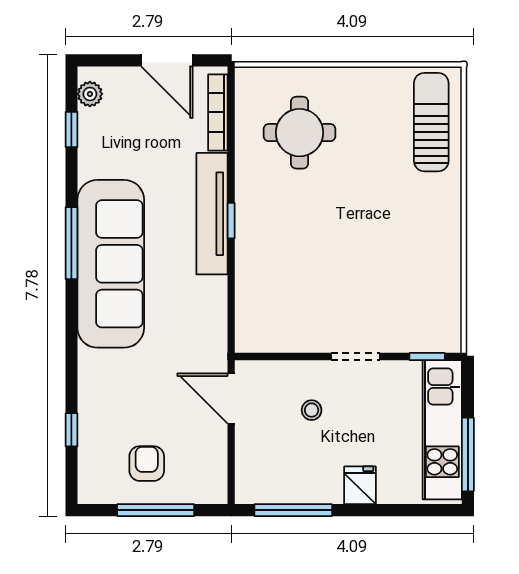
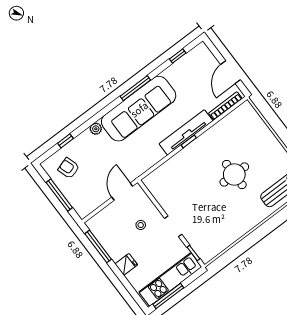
plant: (90, 94) -> (96, 129), moved
round table: (300, 133) -> (234, 175), moved
armchair: (147, 464) -> (69, 168), moved, turned -108

